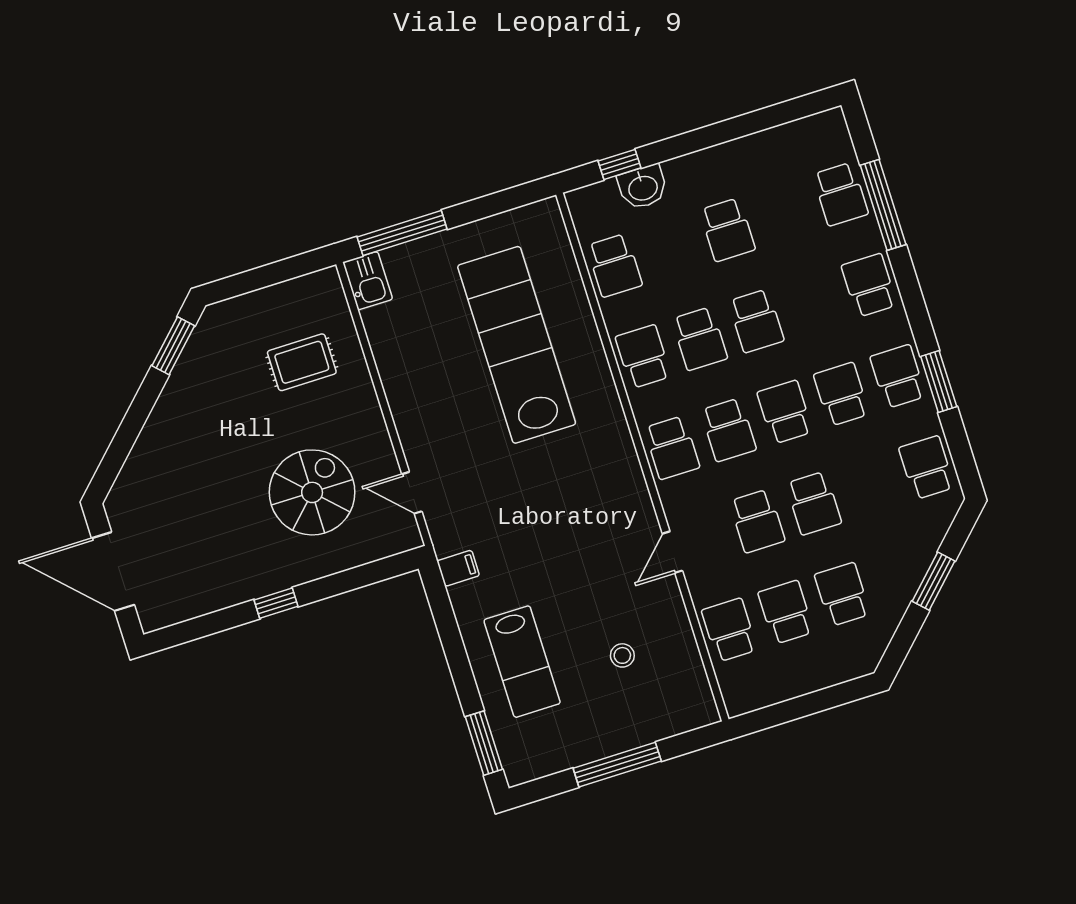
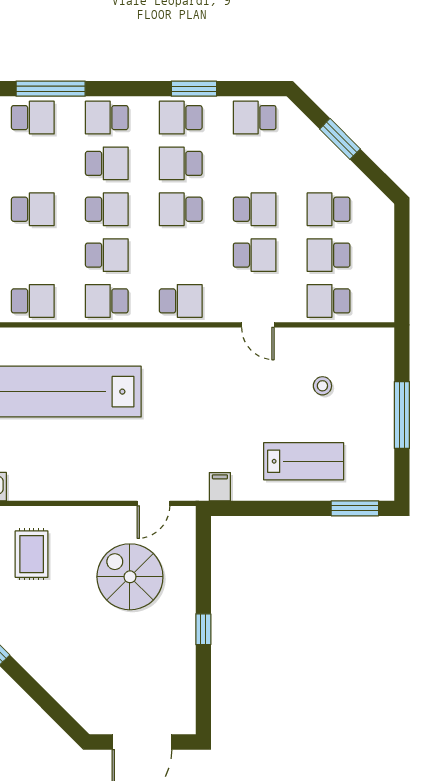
school desk: (728, 430) -> (107, 163), moved

